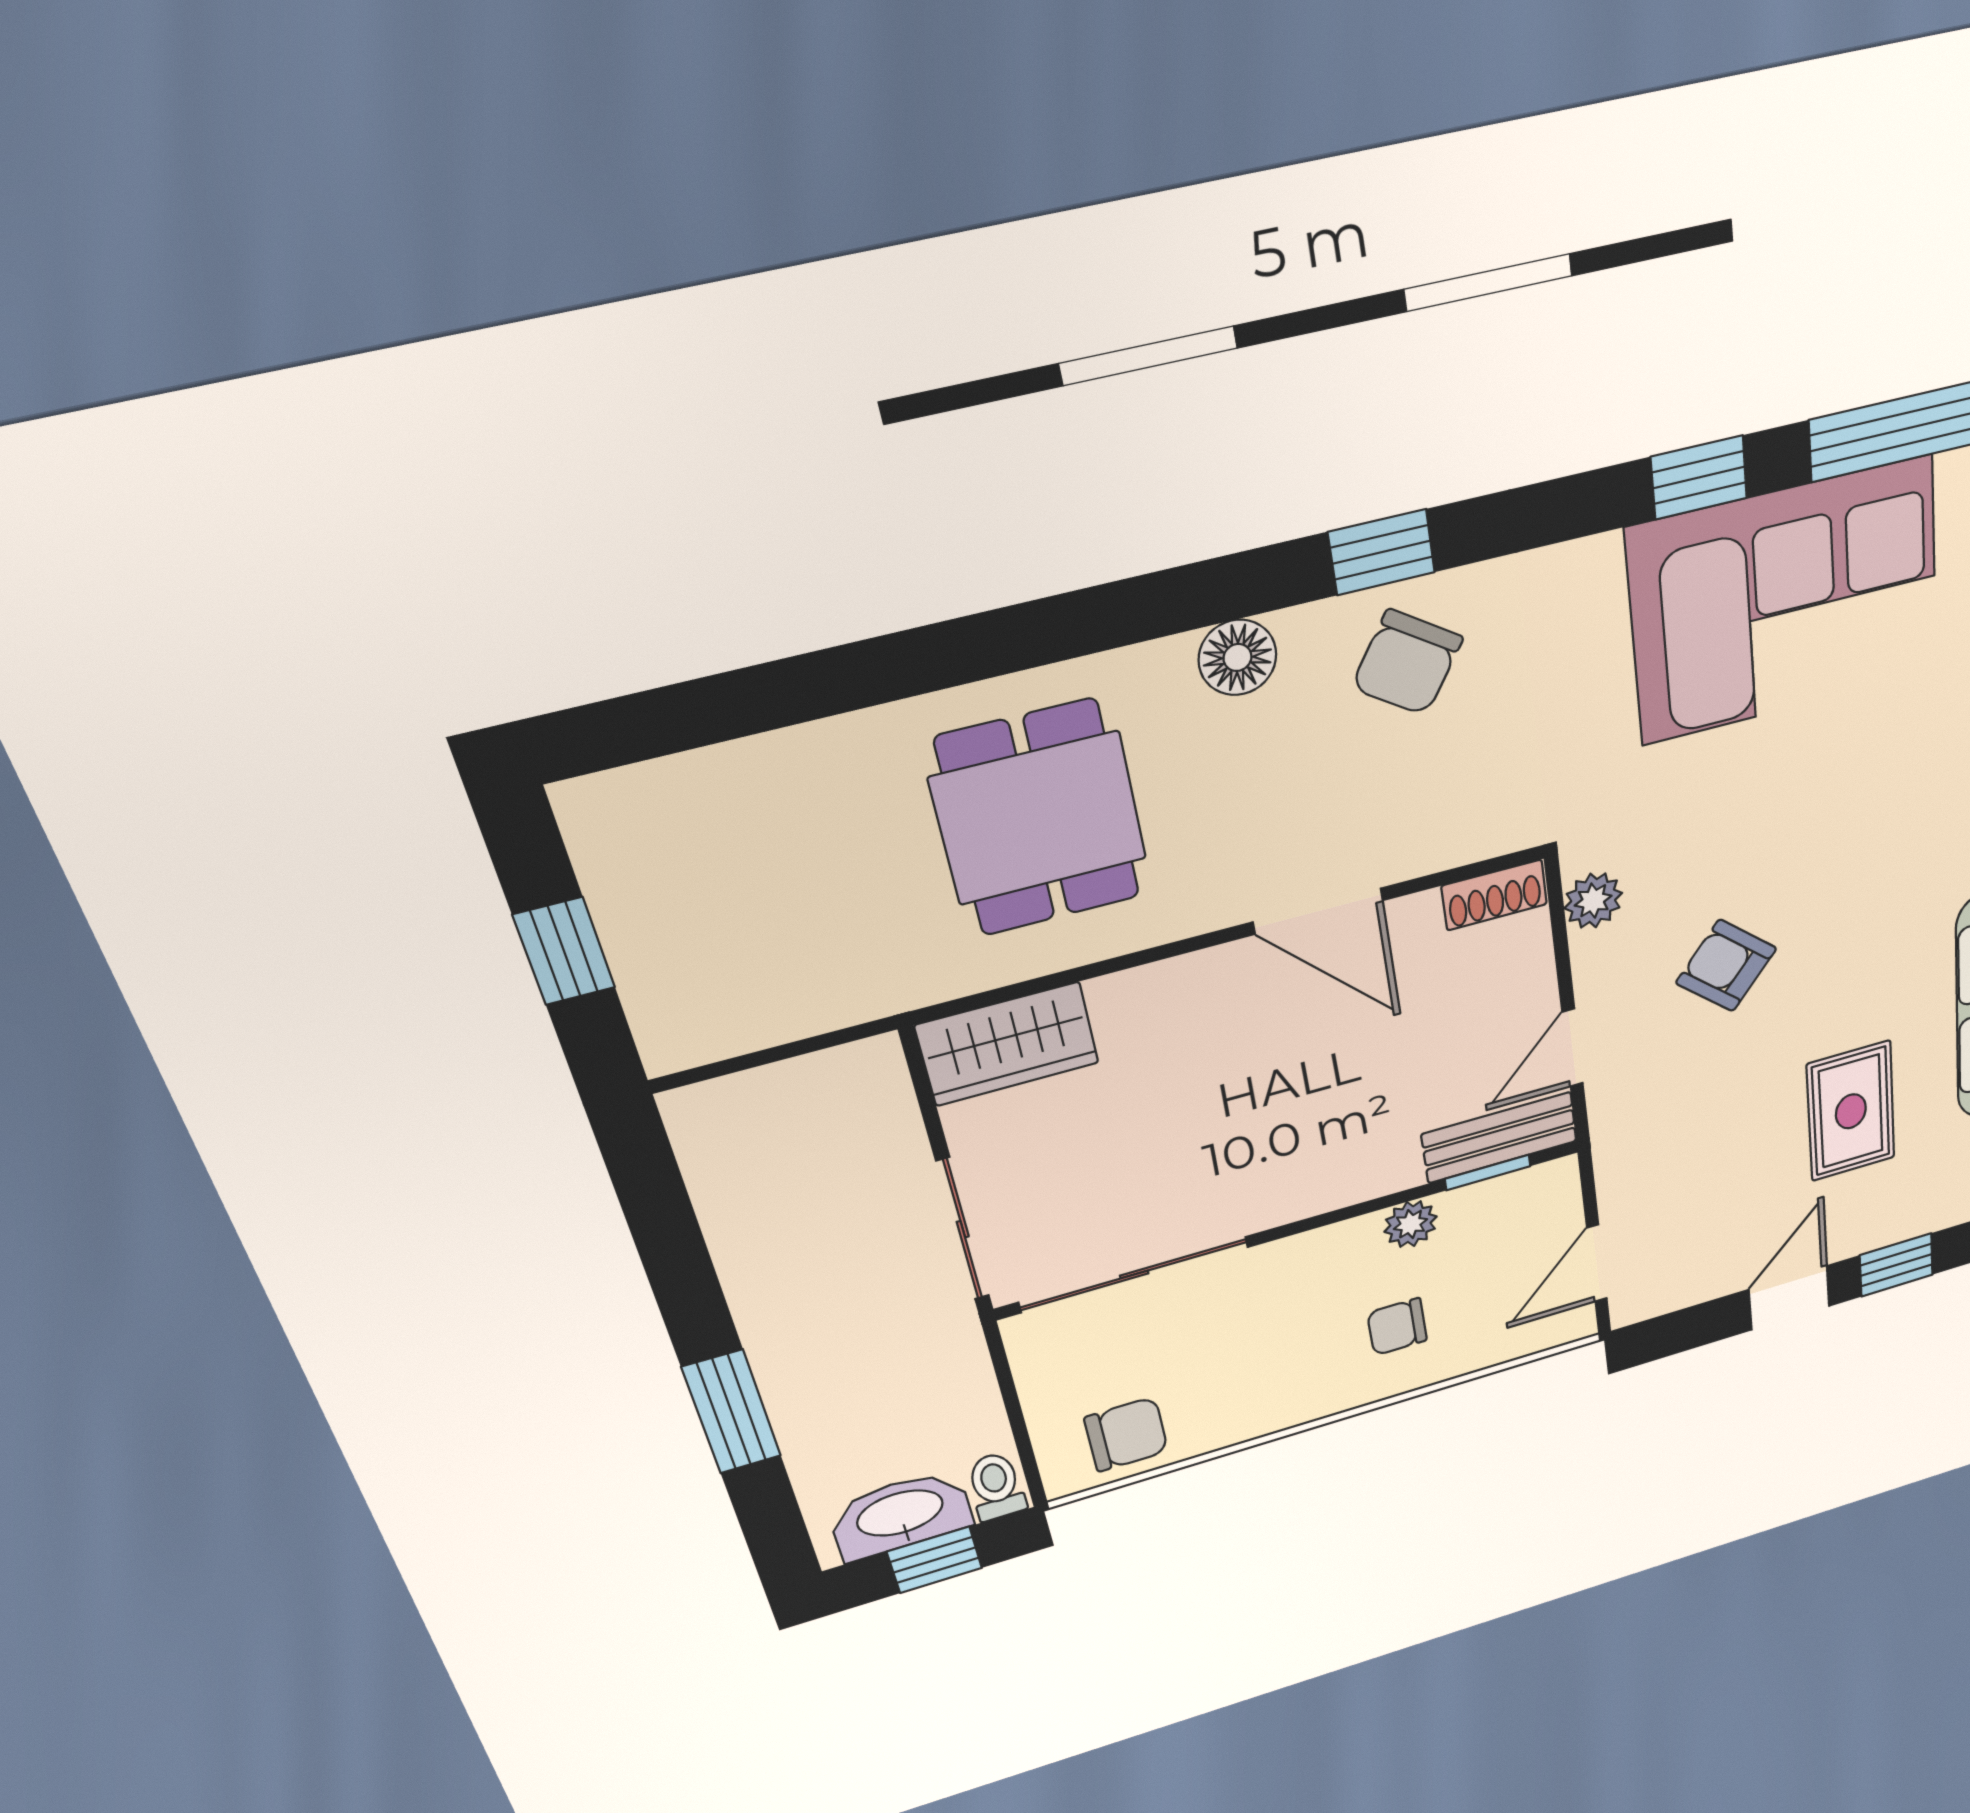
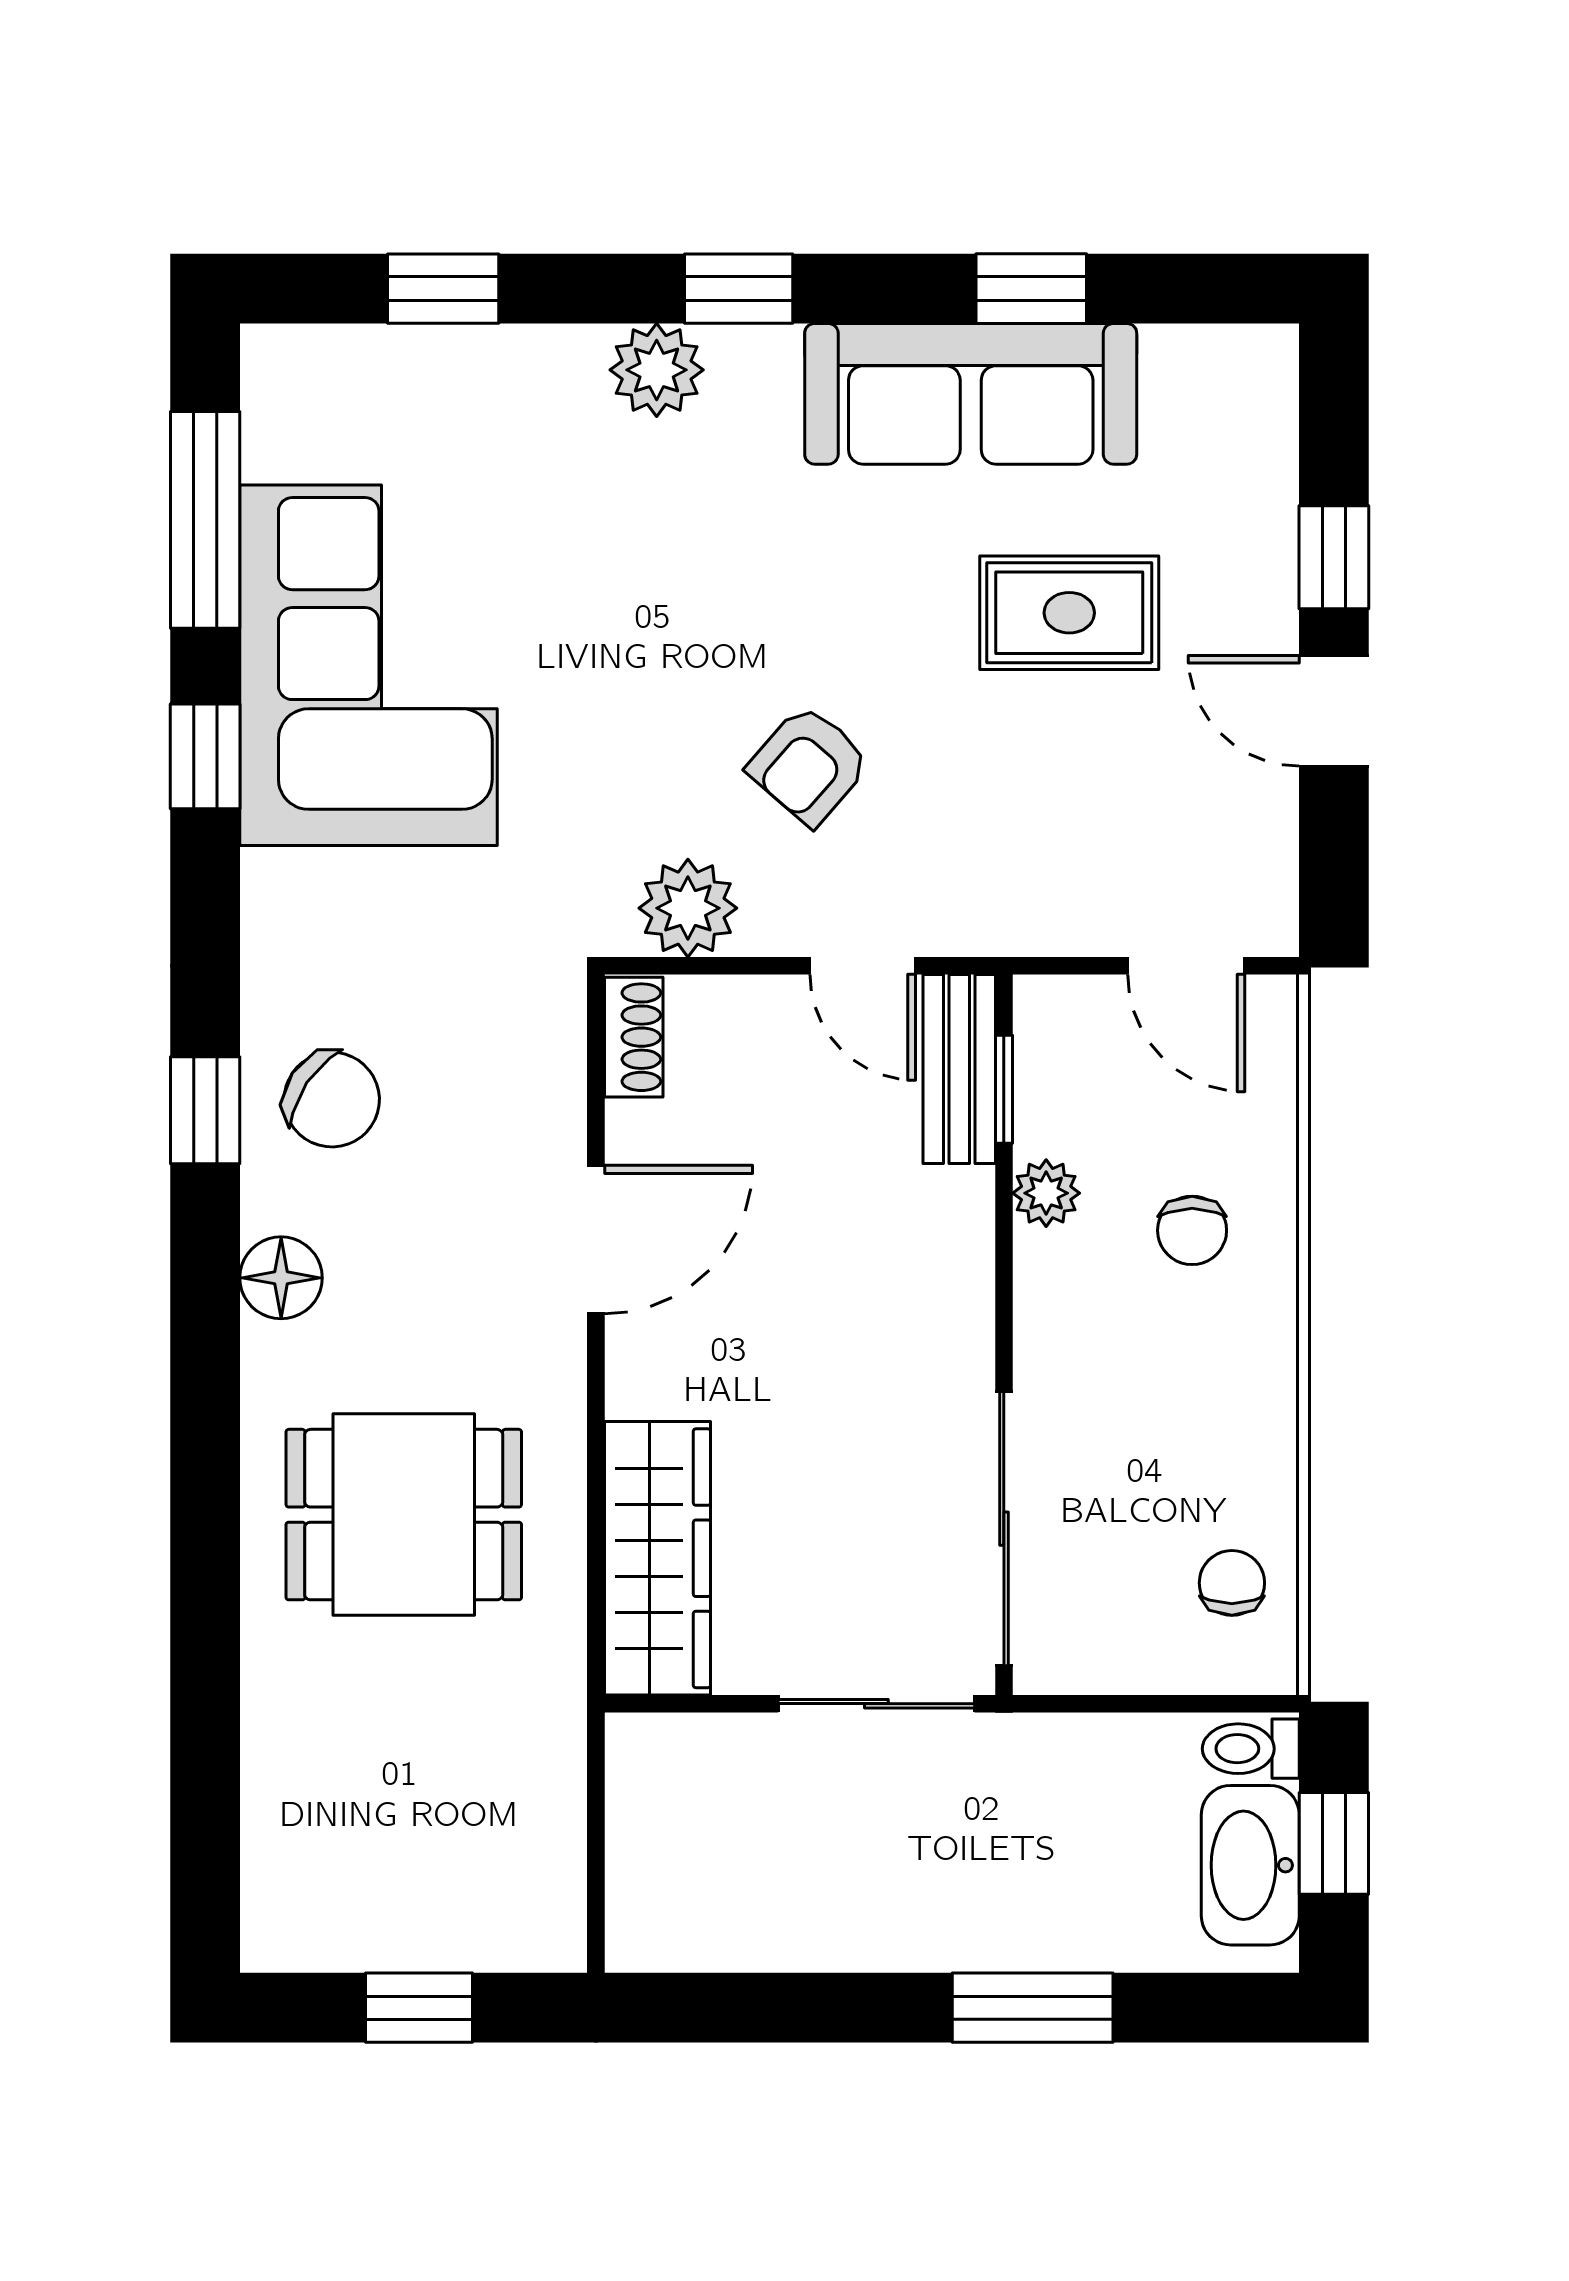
plant: (1593, 901) -> (688, 908), width x1.38, depth x1.38
wardrobe: (1007, 1044) -> (657, 1558), width x1.50
chair: (1126, 1434) -> (1232, 1583), width x0.73, depth x0.73

